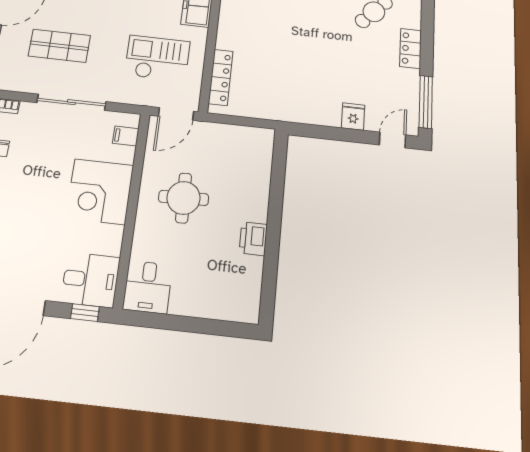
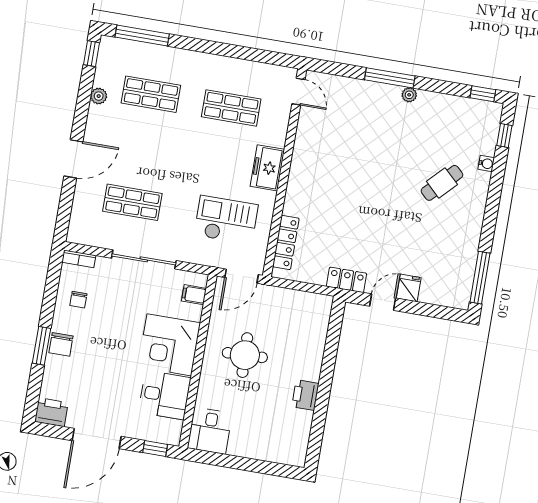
locker: (411, 49) -> (347, 280), moved, turned 90
door: (392, 140) -> (383, 302), moved
desk: (90, 280) -> (165, 395), moved

